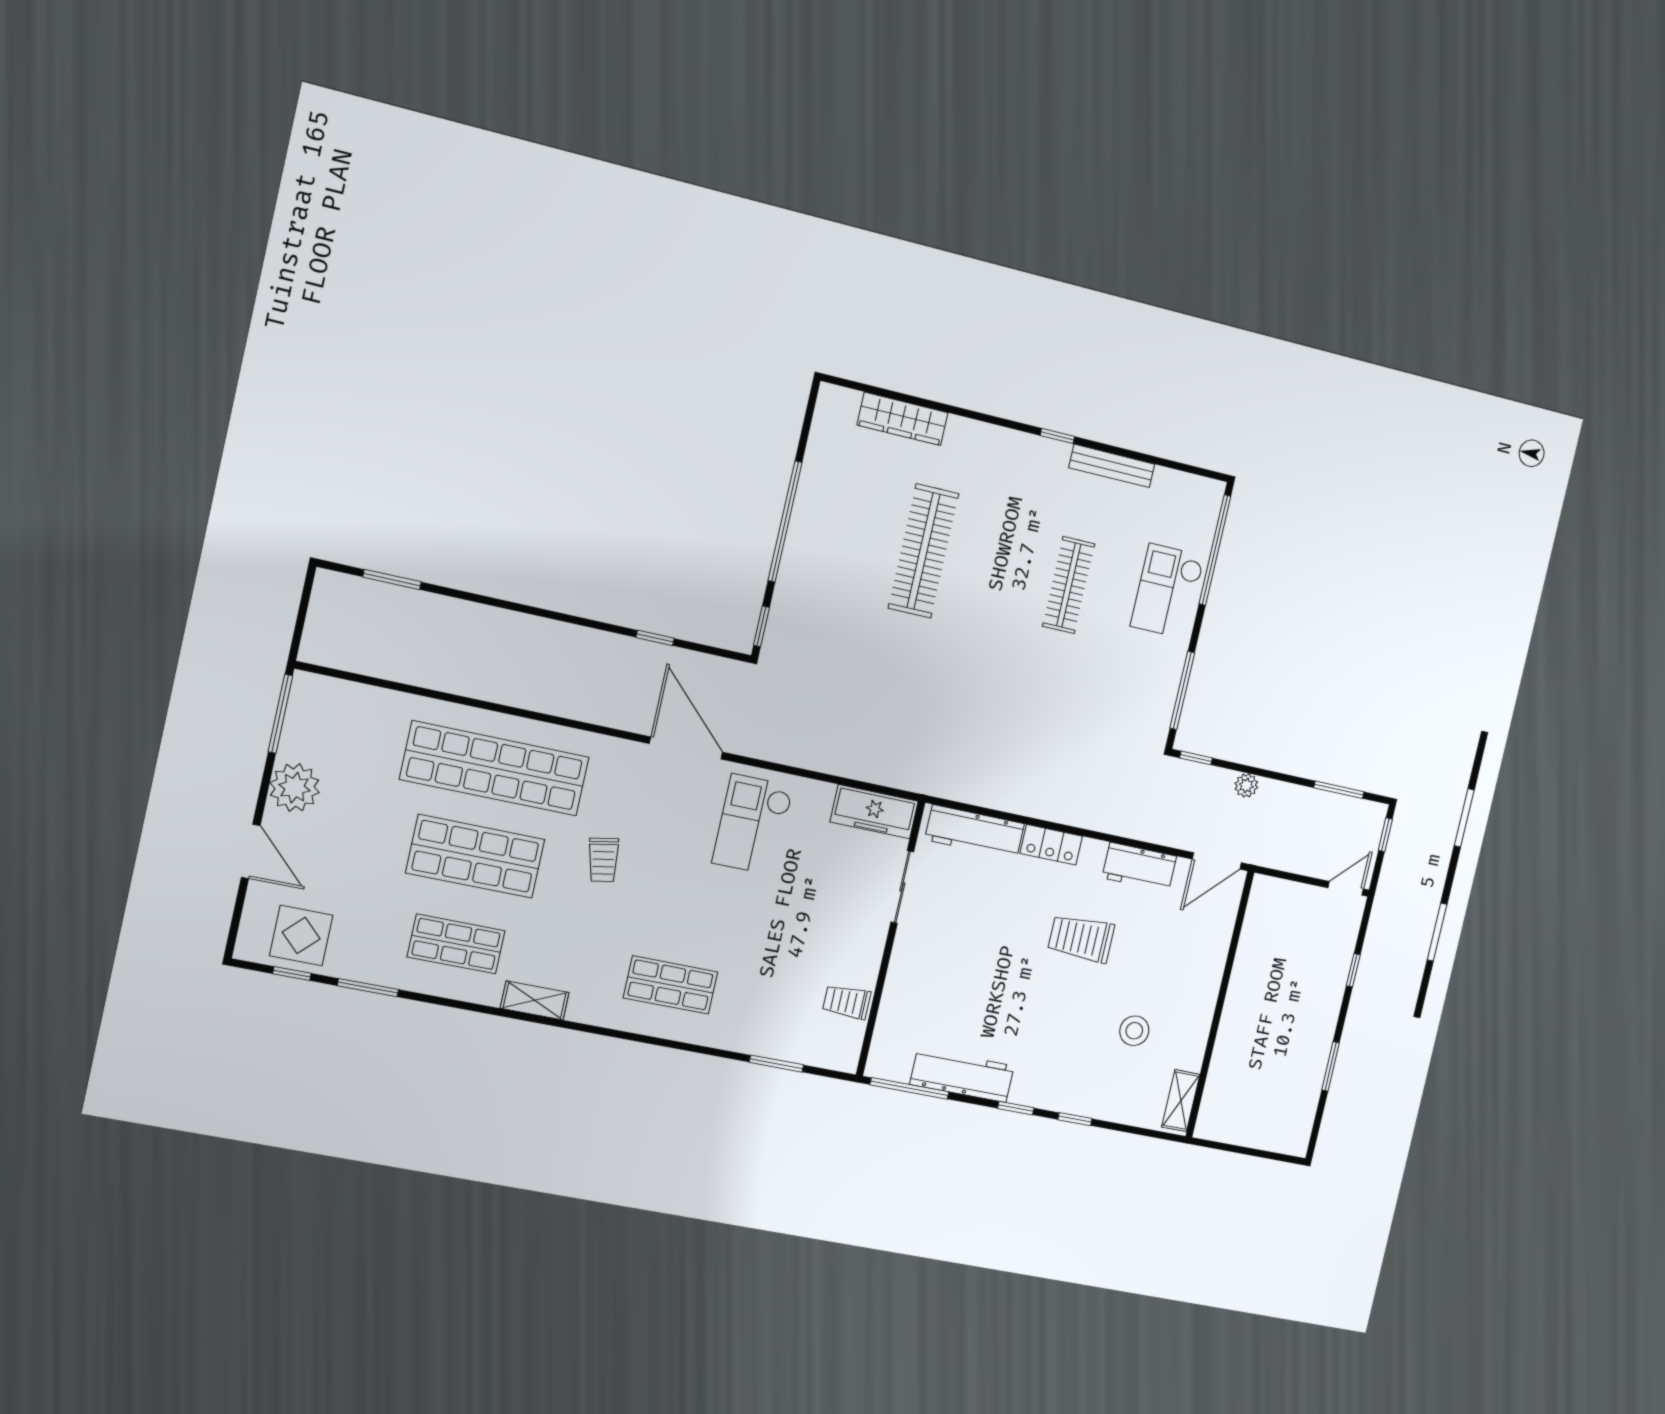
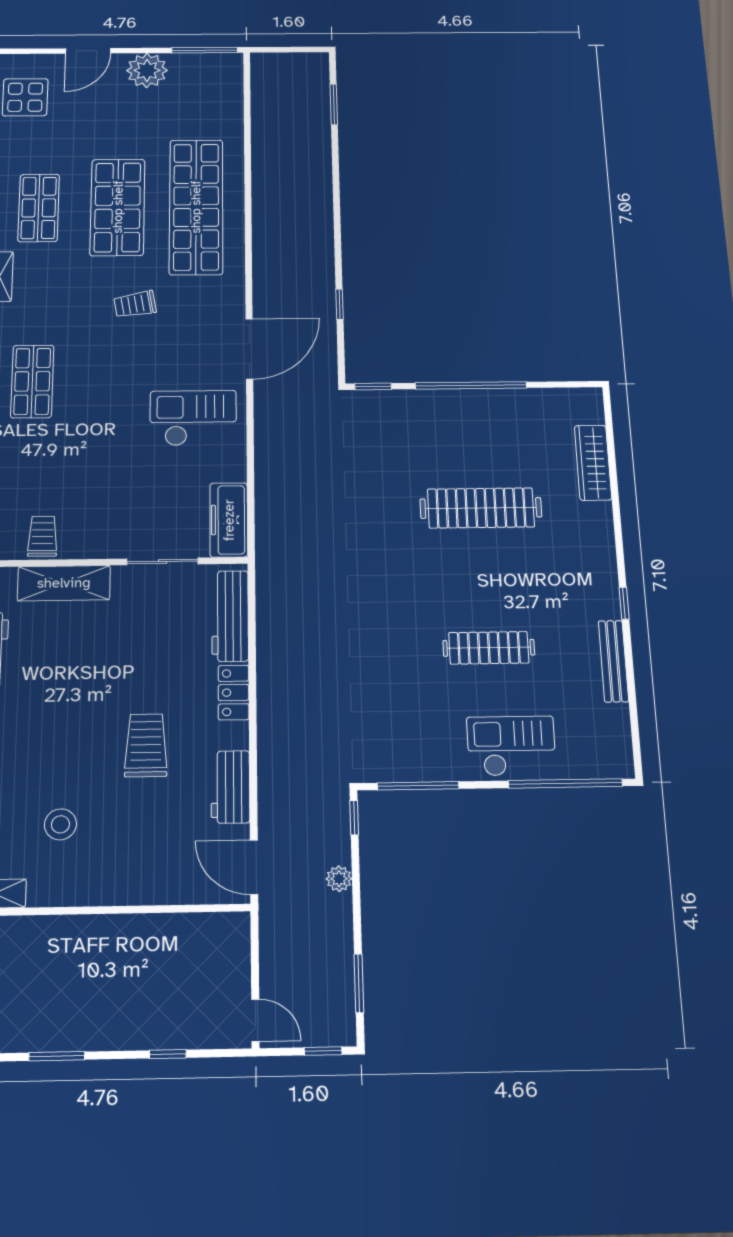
shelving: (901, 989) -> (64, 583), added

